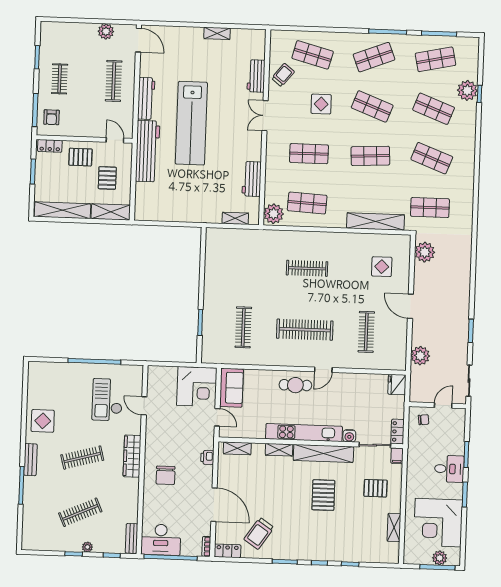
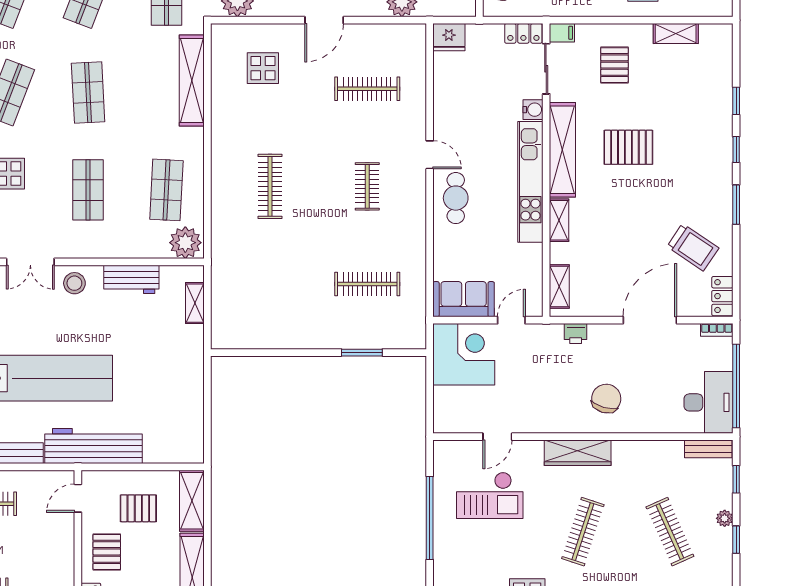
stool: (251, 143) -> (74, 283), added
clothes rail: (305, 330) -> (367, 186), width x0.54, depth x0.76
clothes rail: (82, 458) -> (583, 532), turned 33
chair: (166, 475) -> (606, 399), turned -74

